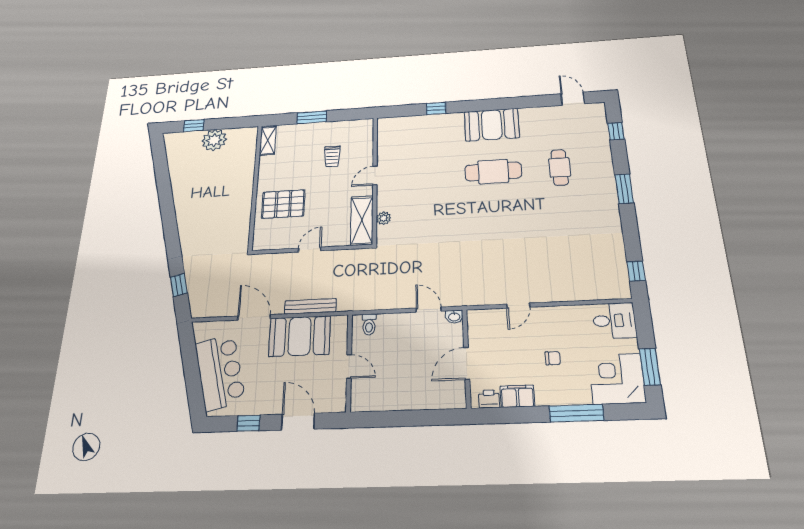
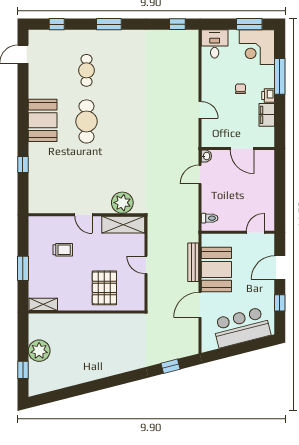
cafe table: (560, 167) -> (86, 70), turned 90
plant: (384, 218) -> (122, 203), width x1.88, depth x1.88
door: (349, 366) -> (255, 232), moved
printer: (489, 399) -> (268, 95), moved

